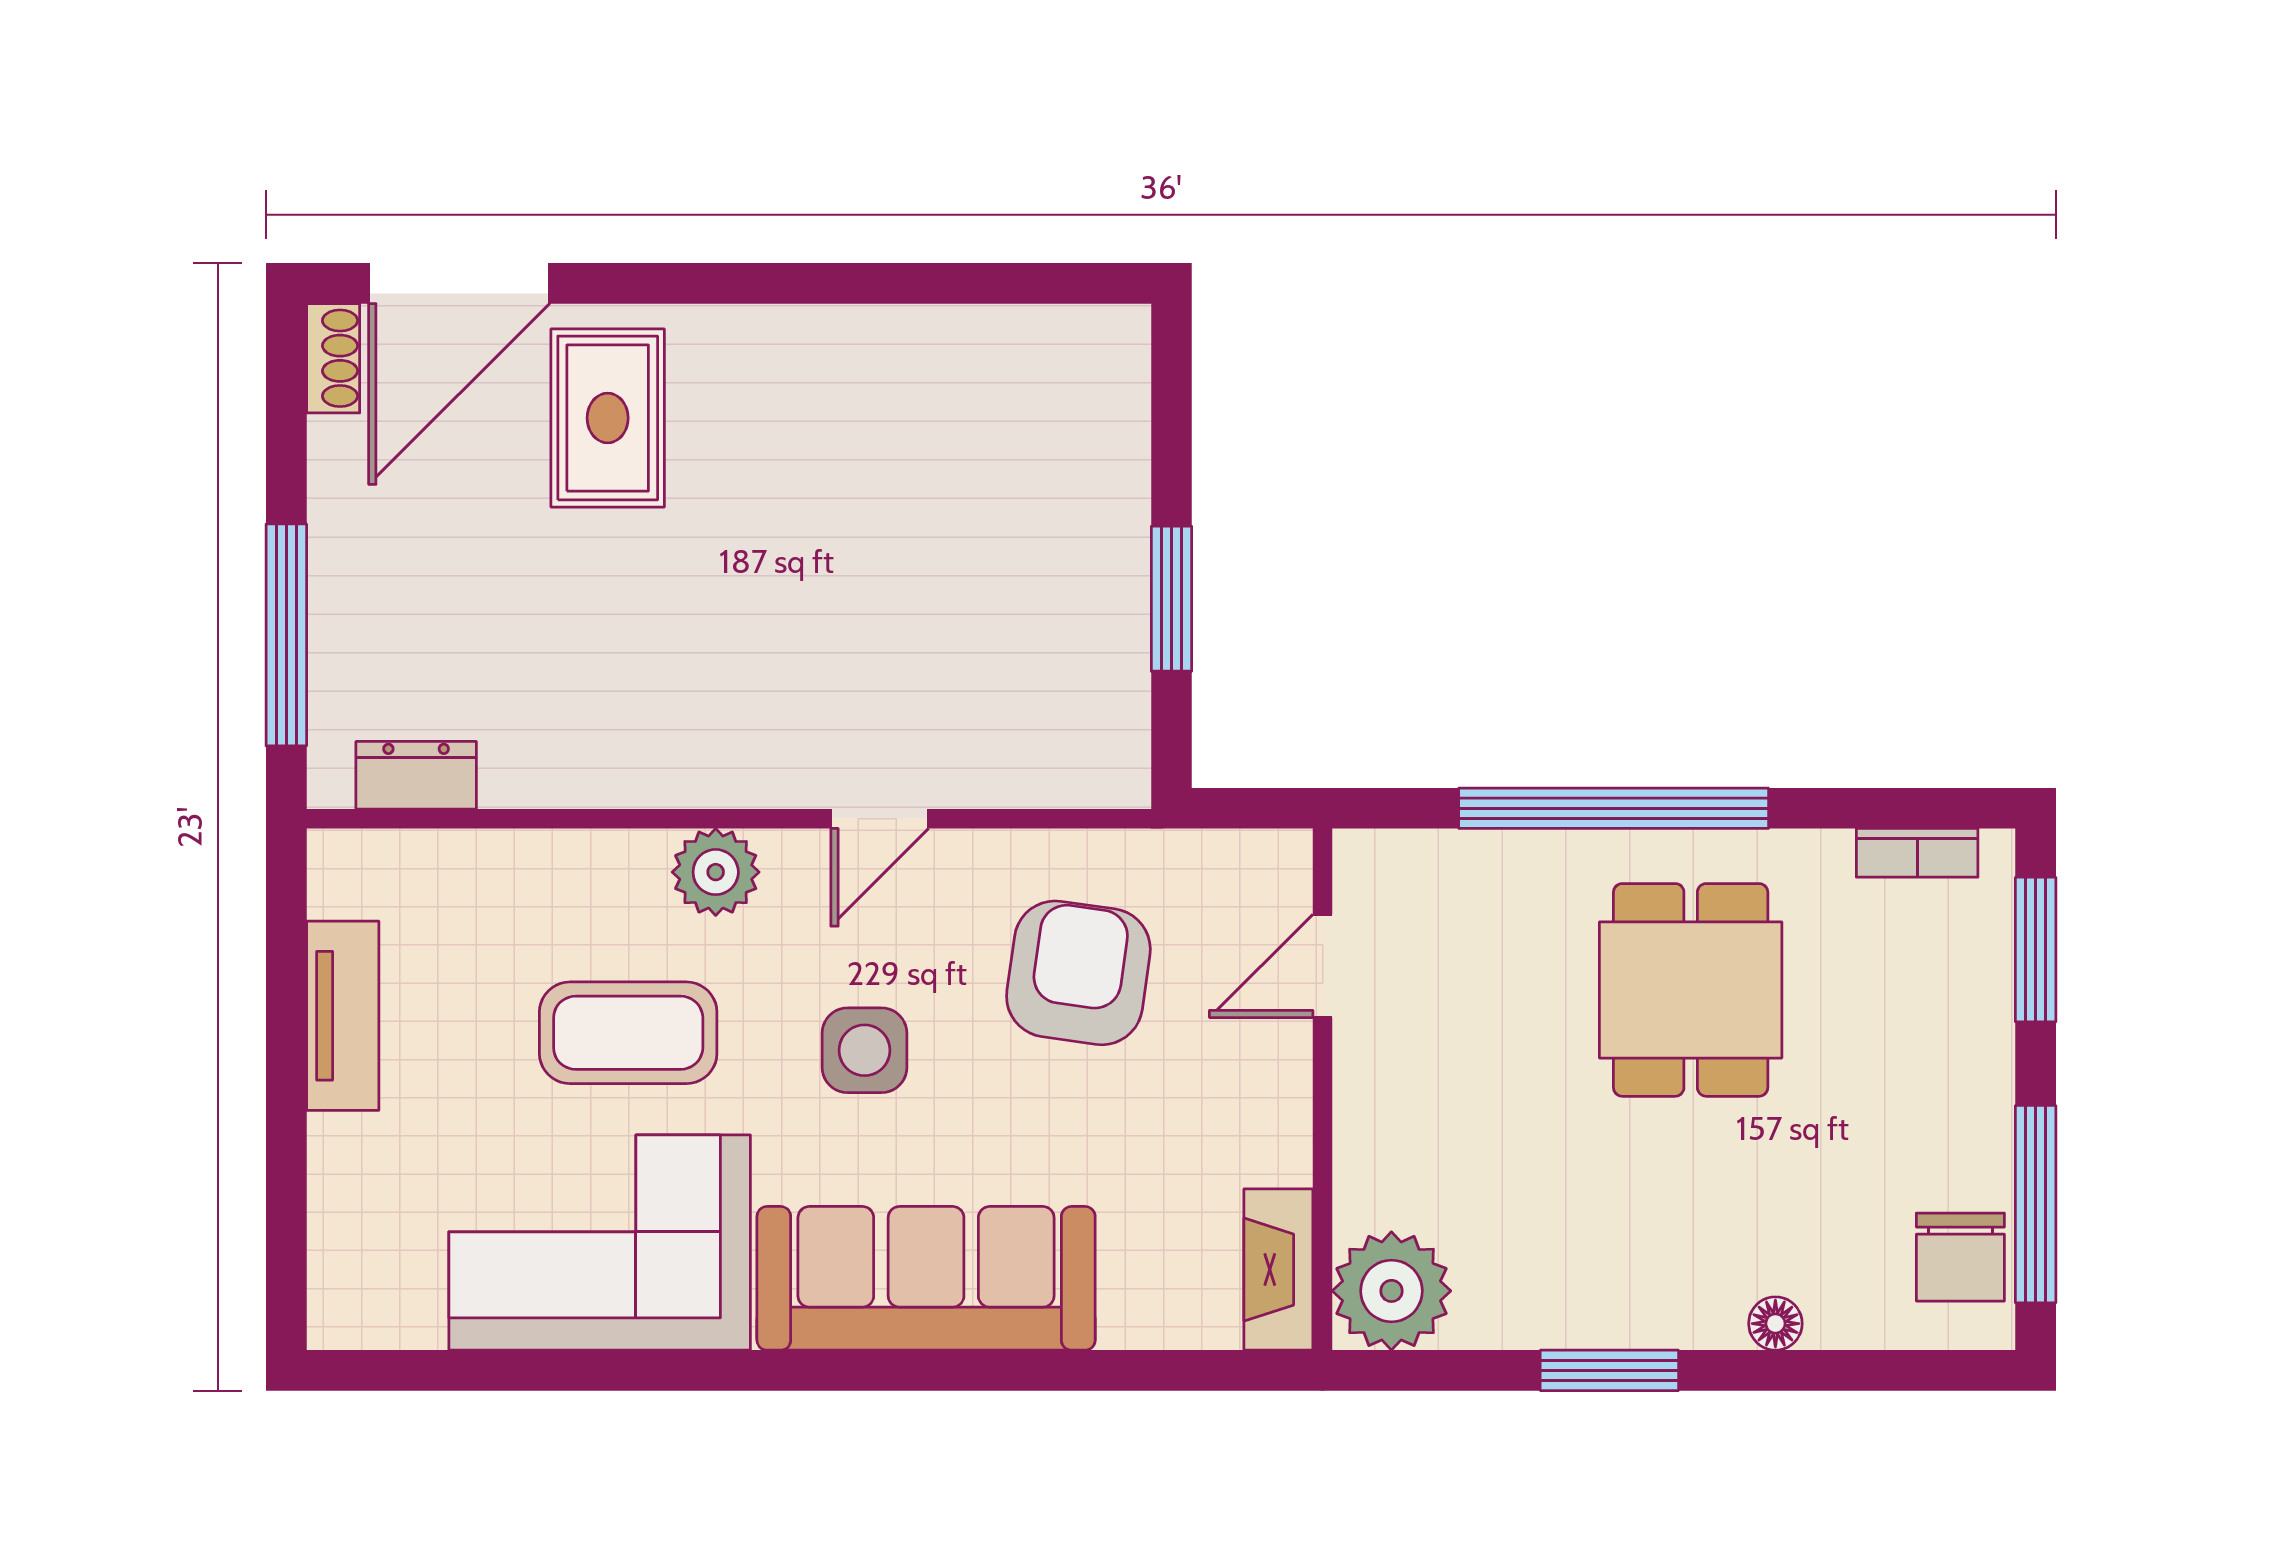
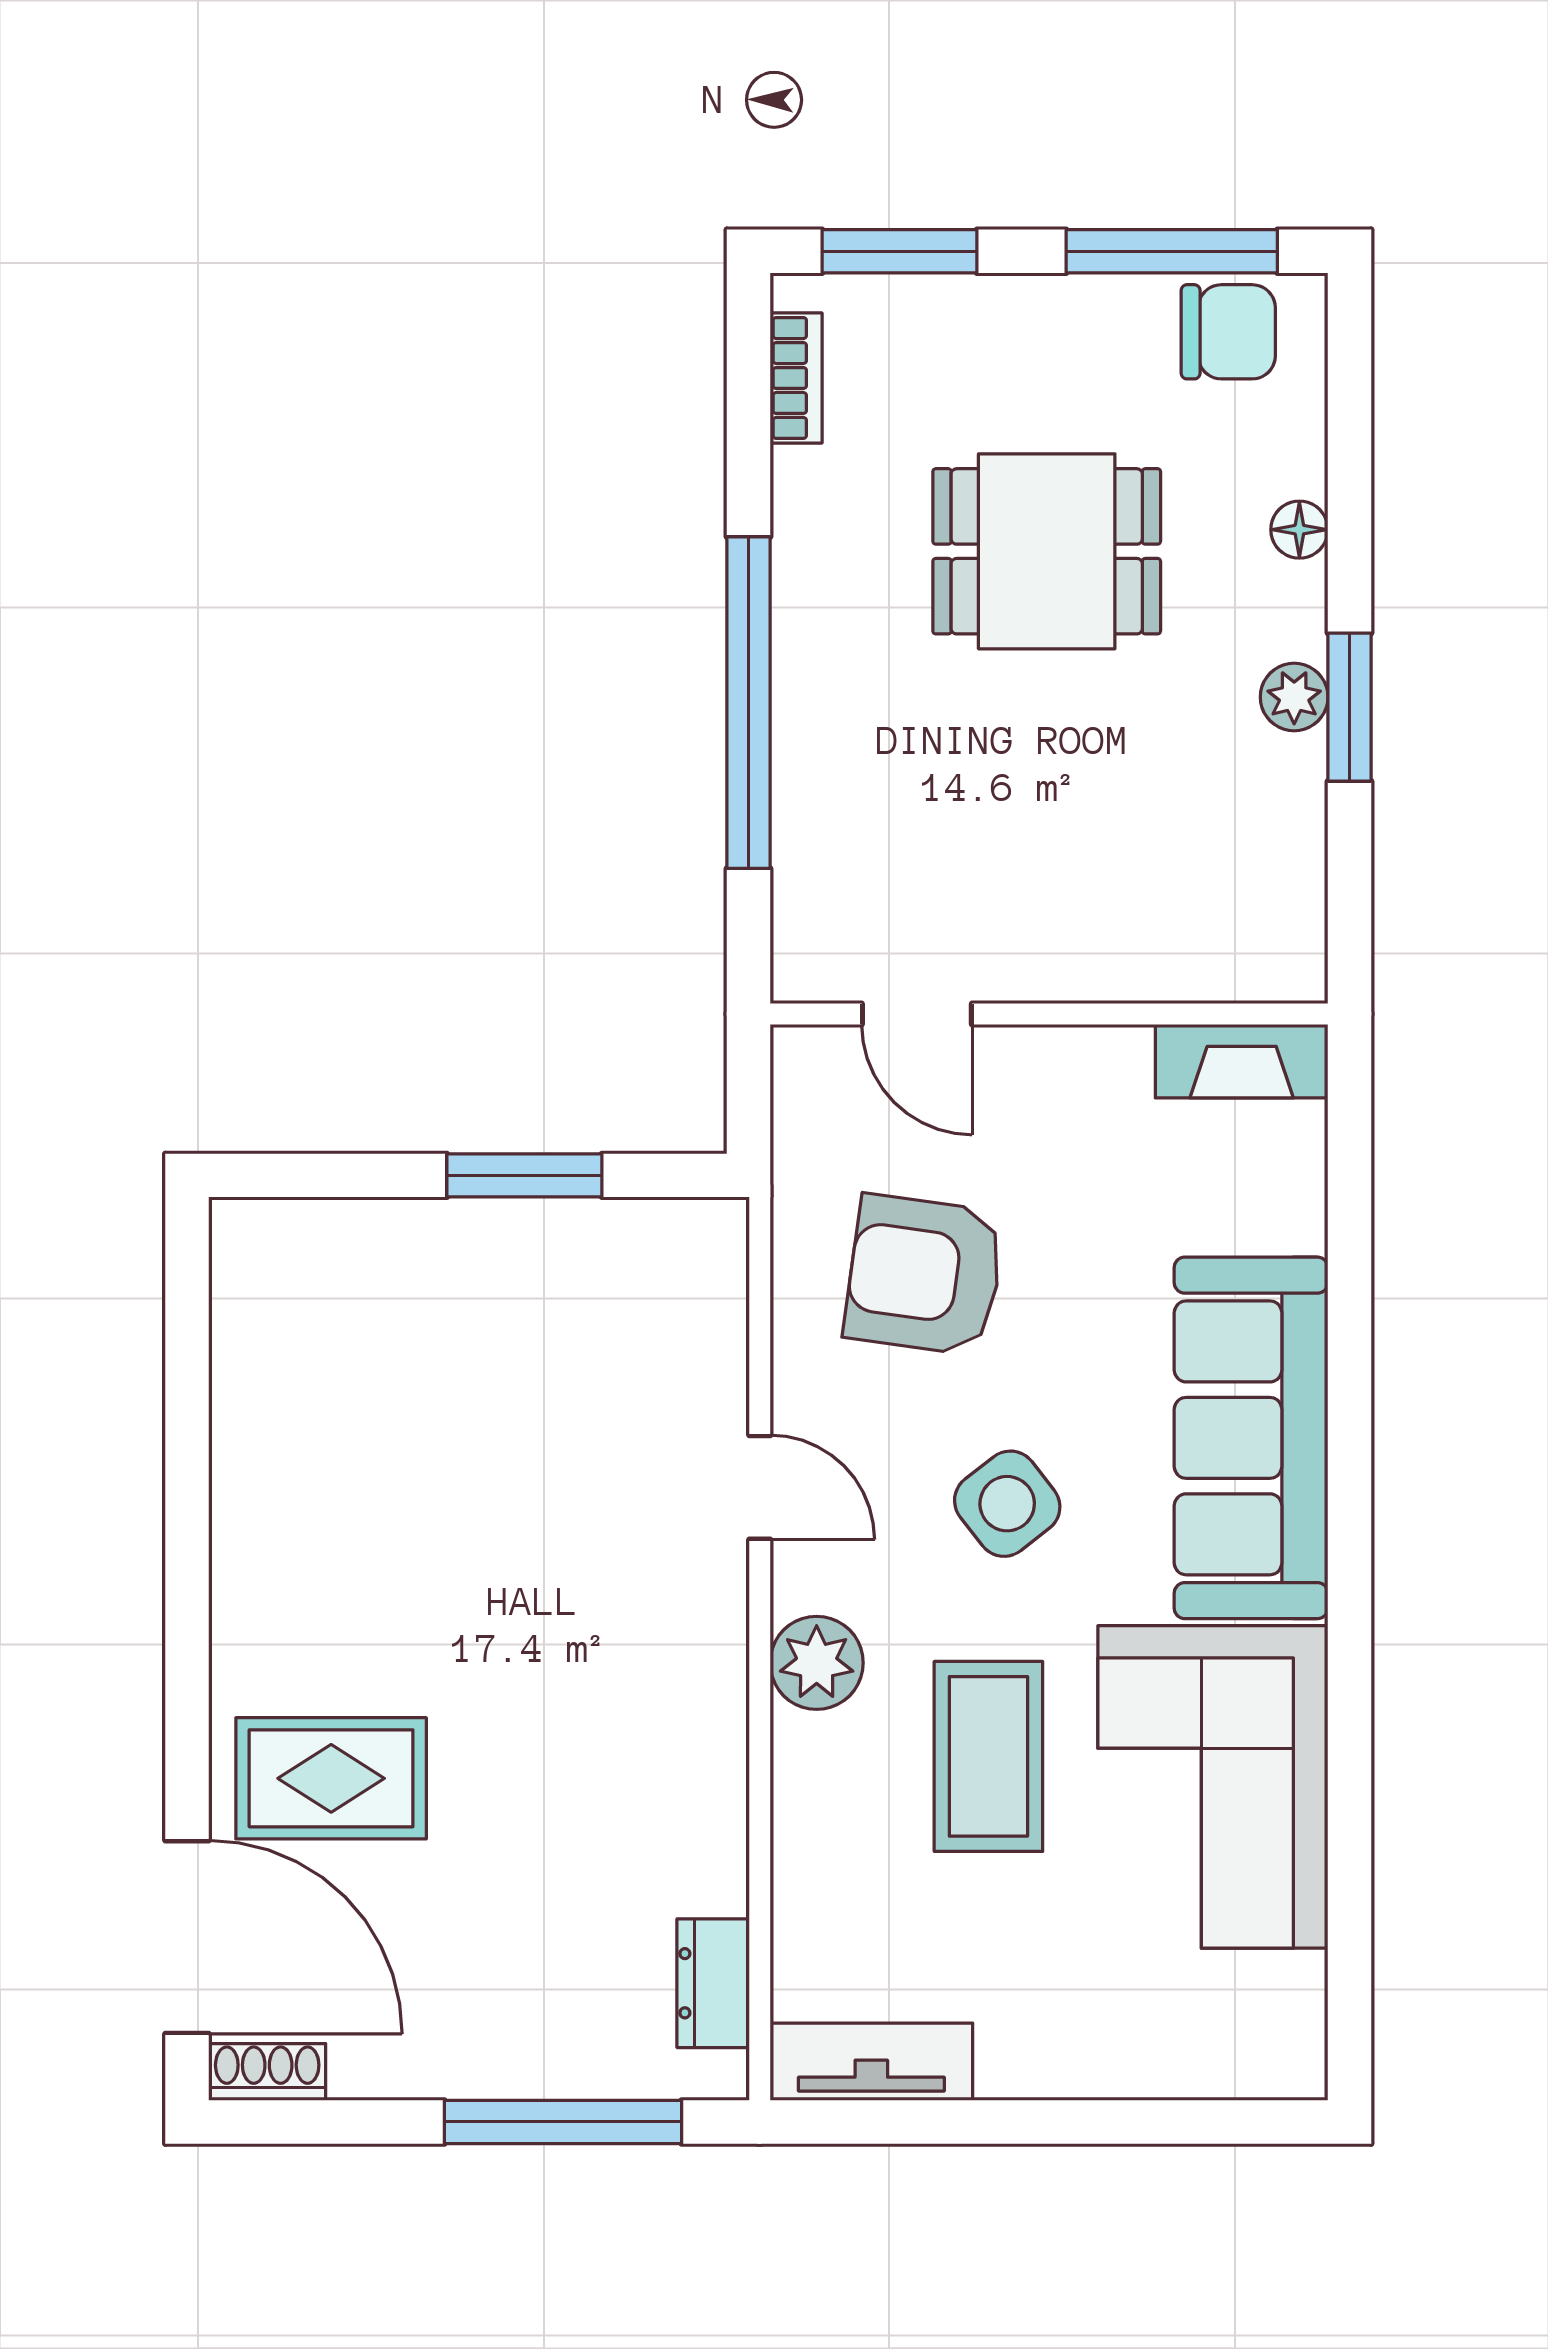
dining table: (1691, 990) -> (1047, 551), moved
tv unit: (343, 1016) -> (871, 2062), moved
side table: (865, 1050) -> (1007, 1504), turned -38
plant: (1391, 1291) -> (1294, 697), moved, width x0.53, depth x0.53

